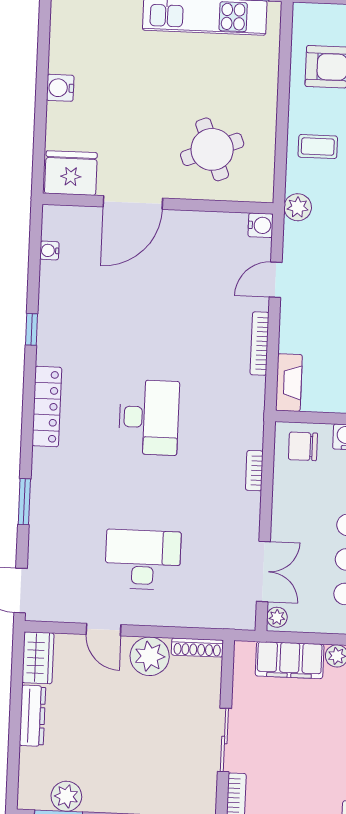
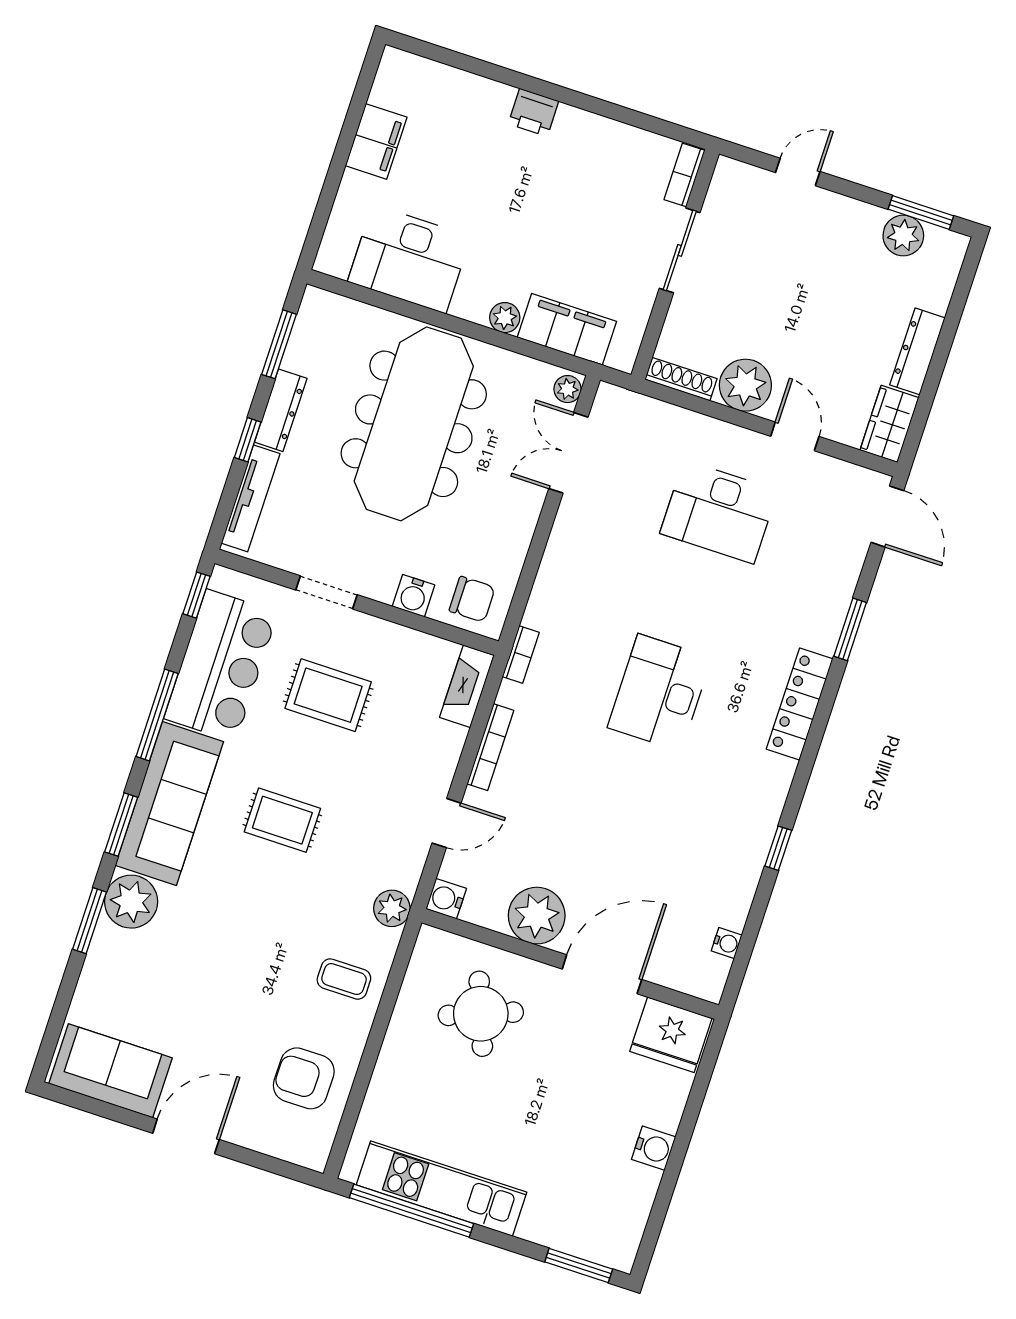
plant: (192, 232) -> (537, 916), added
locker: (47, 407) -> (800, 704), moved
bookcase: (254, 471) -> (521, 654), moved

